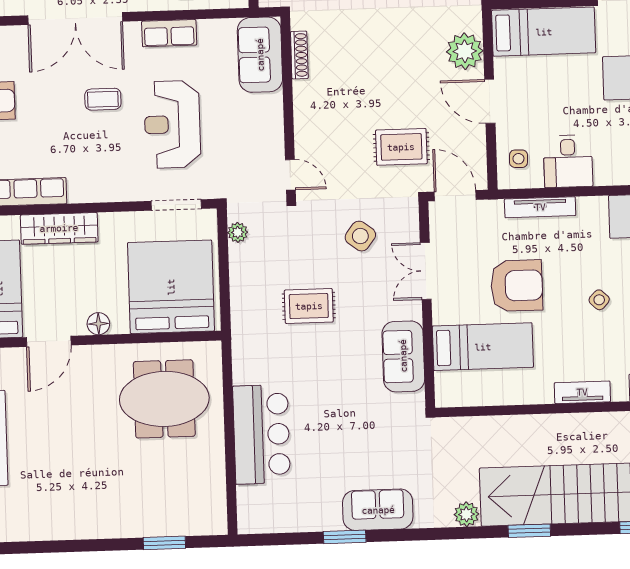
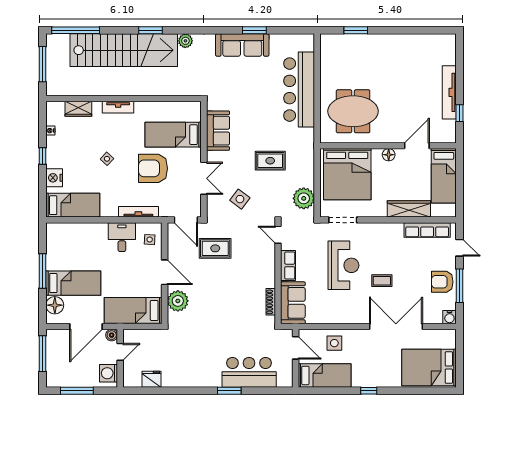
row of seats: (169, 33) -> (288, 265), moved, turned 90
plant: (238, 232) -> (304, 198), width x1.88, depth x1.88
bar counter: (261, 434) -> (299, 90), width x1.36
sofa: (378, 510) -> (242, 45), width x1.36

